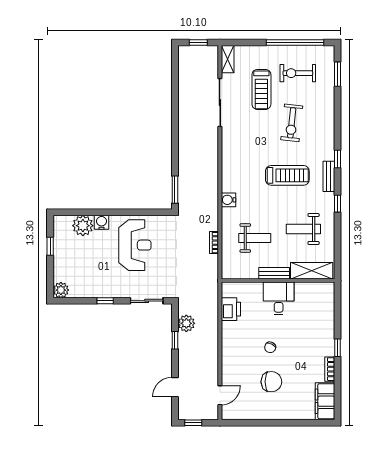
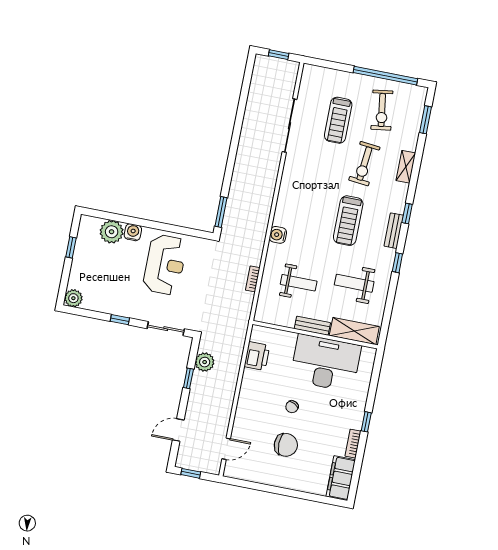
shelving: (228, 59) -> (406, 167), moved
exercise bike: (298, 73) -> (382, 110), turned -98
treadmill: (287, 175) -> (348, 221), turned 90
desk: (279, 298) -> (326, 363), width x1.87, depth x1.30

